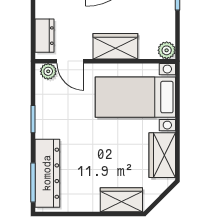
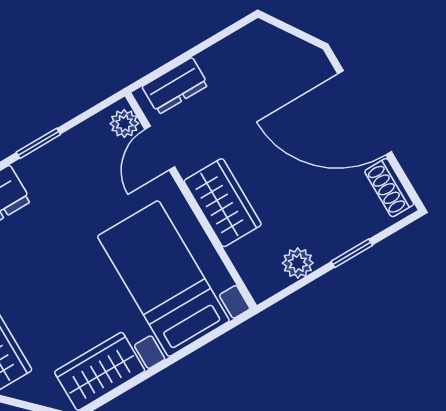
plant: (167, 50) -> (298, 263), moved

